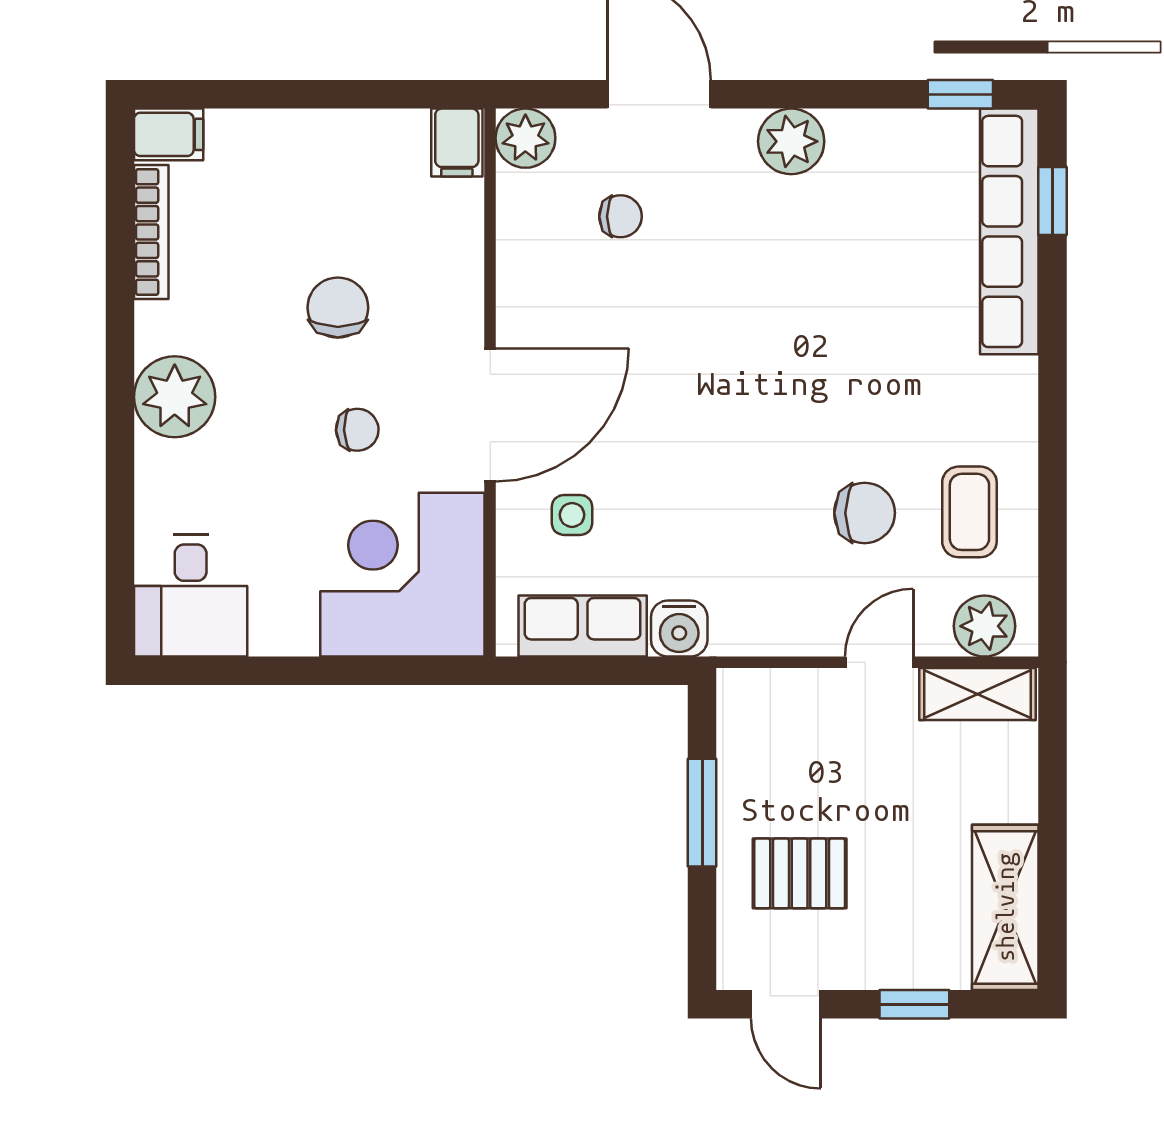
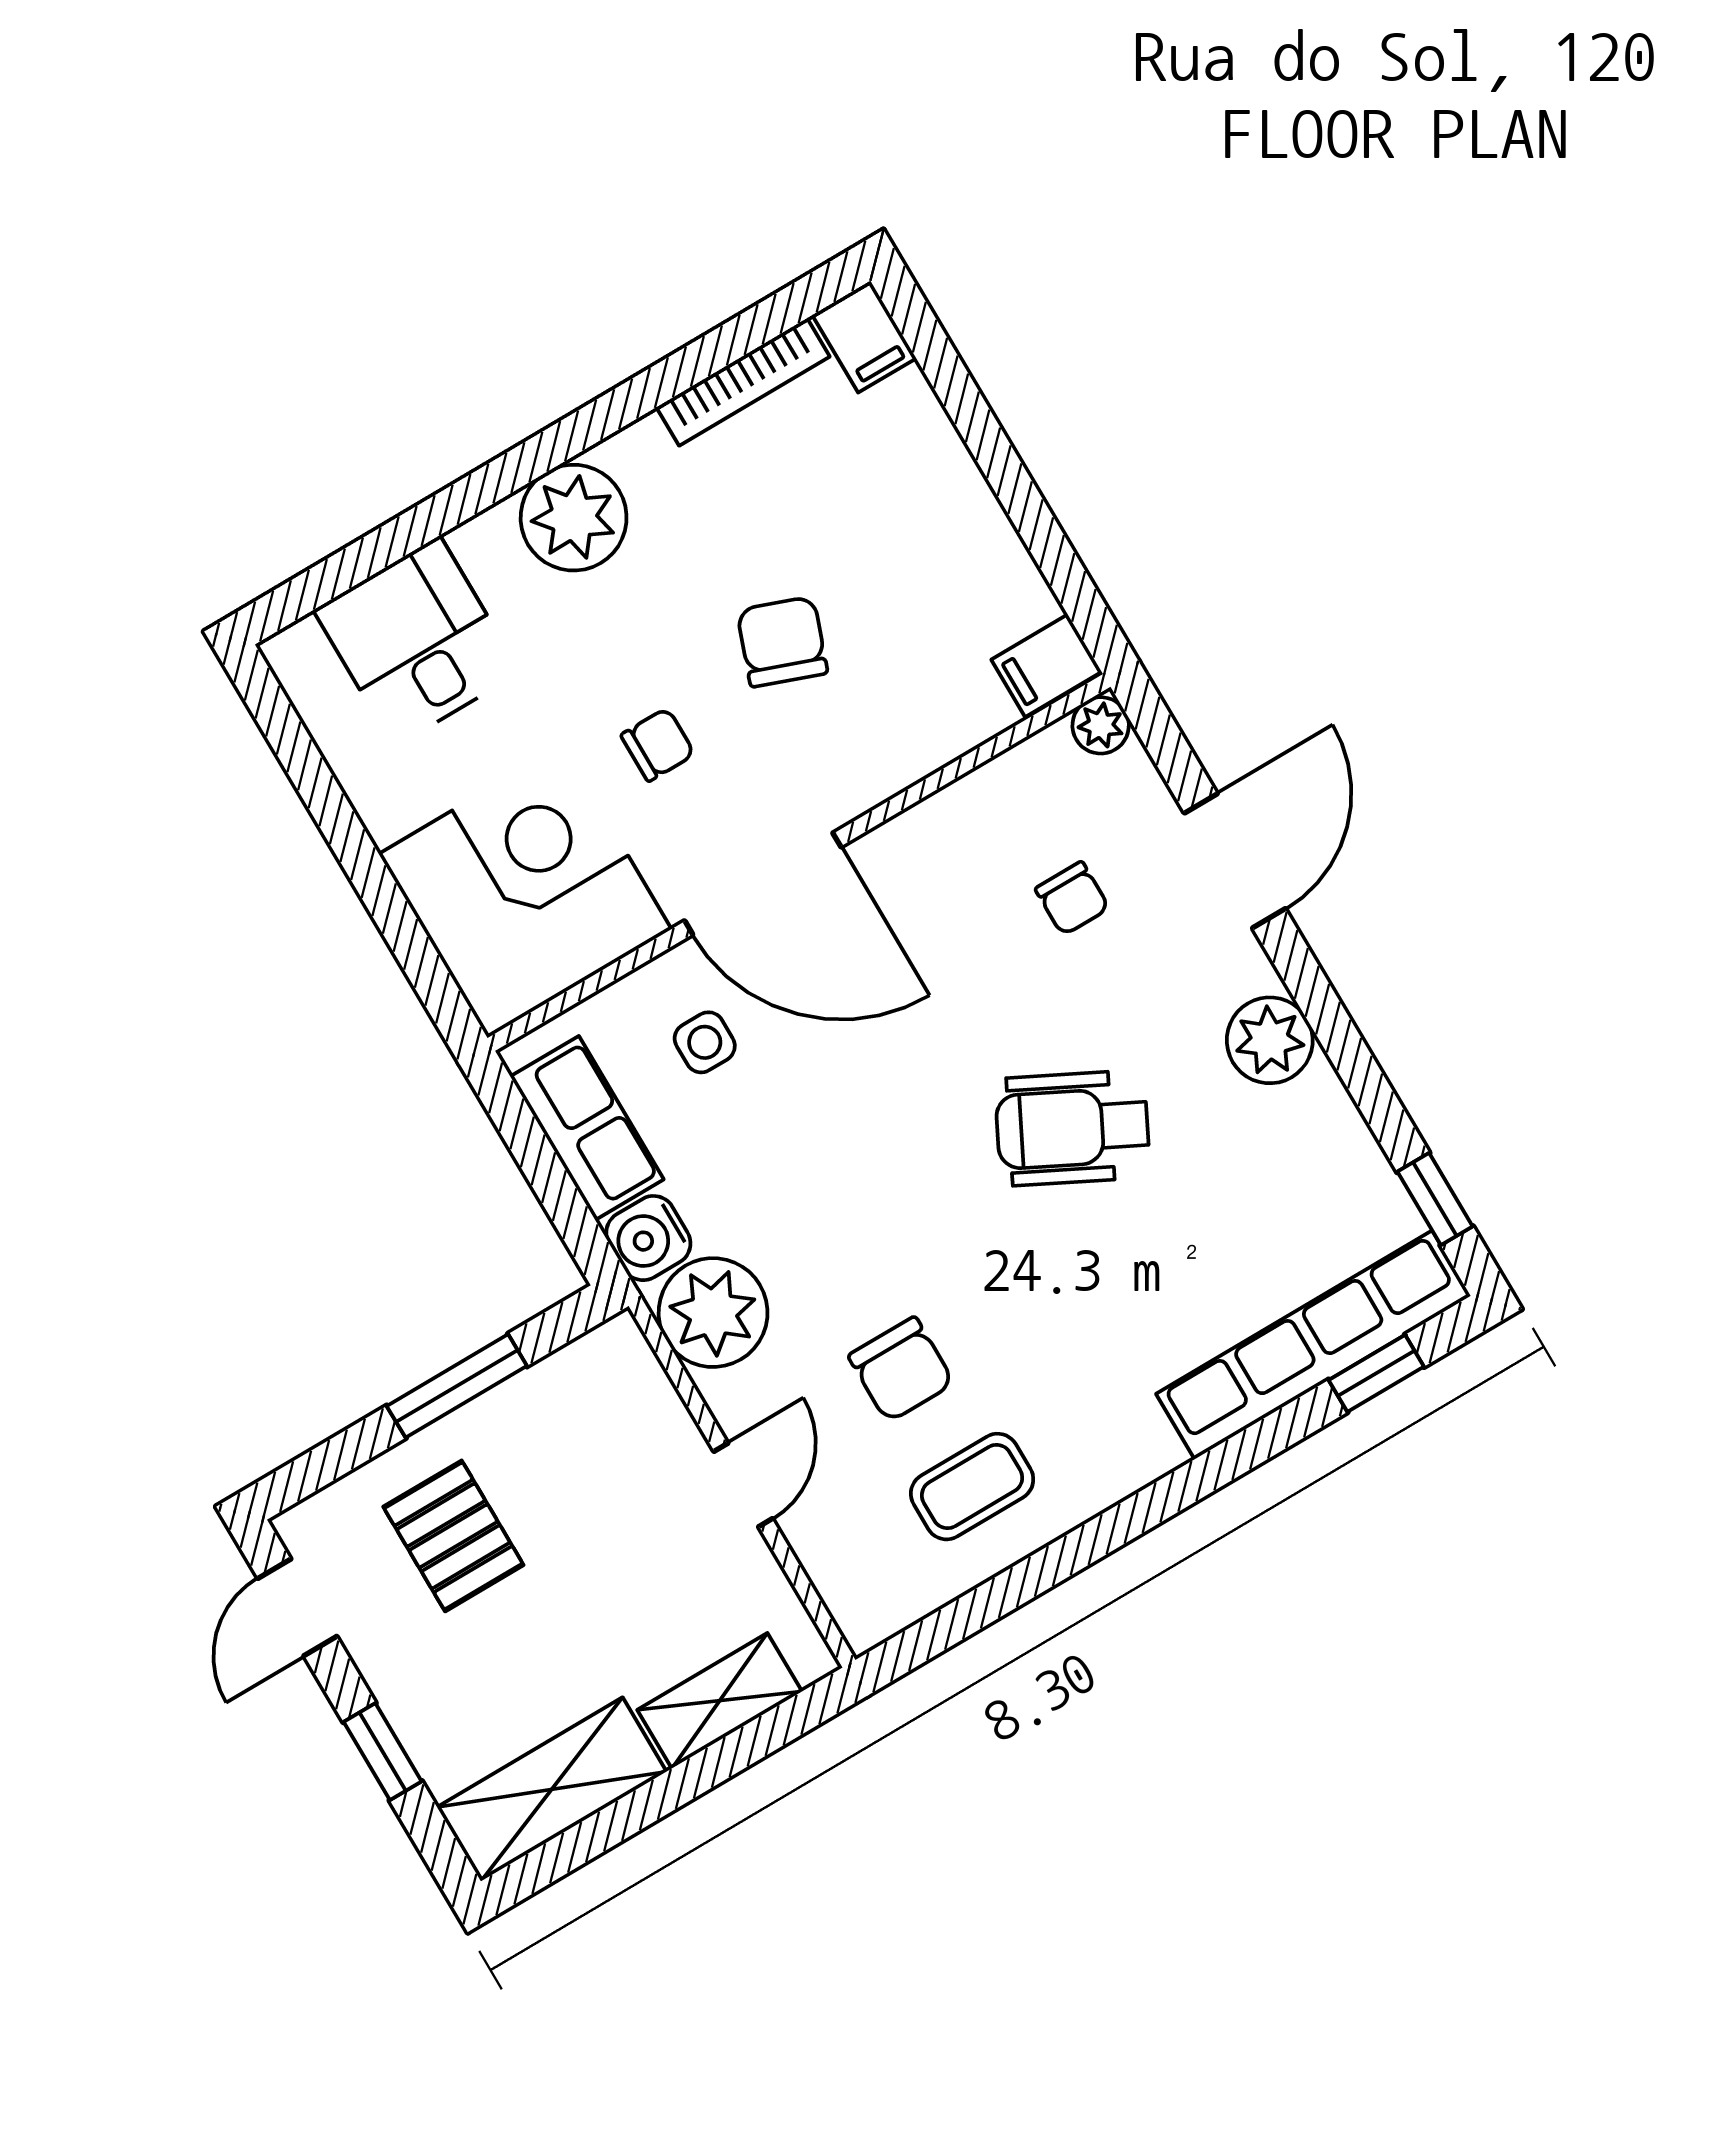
plant: (525, 138) -> (1101, 725), width x0.73, depth x0.73
wheelchair: (772, 306) -> (1072, 1128), added
chair: (338, 308) -> (782, 642), turned -70
chair: (357, 430) -> (658, 745), turned -88
desk: (191, 596) -> (417, 641), moved, turned 90
plant: (984, 626) -> (713, 1313), moved, width x1.36, depth x1.36
door: (879, 662) -> (743, 1485), hinge flipped
shelving: (978, 694) -> (720, 1701), moved, turned 90

